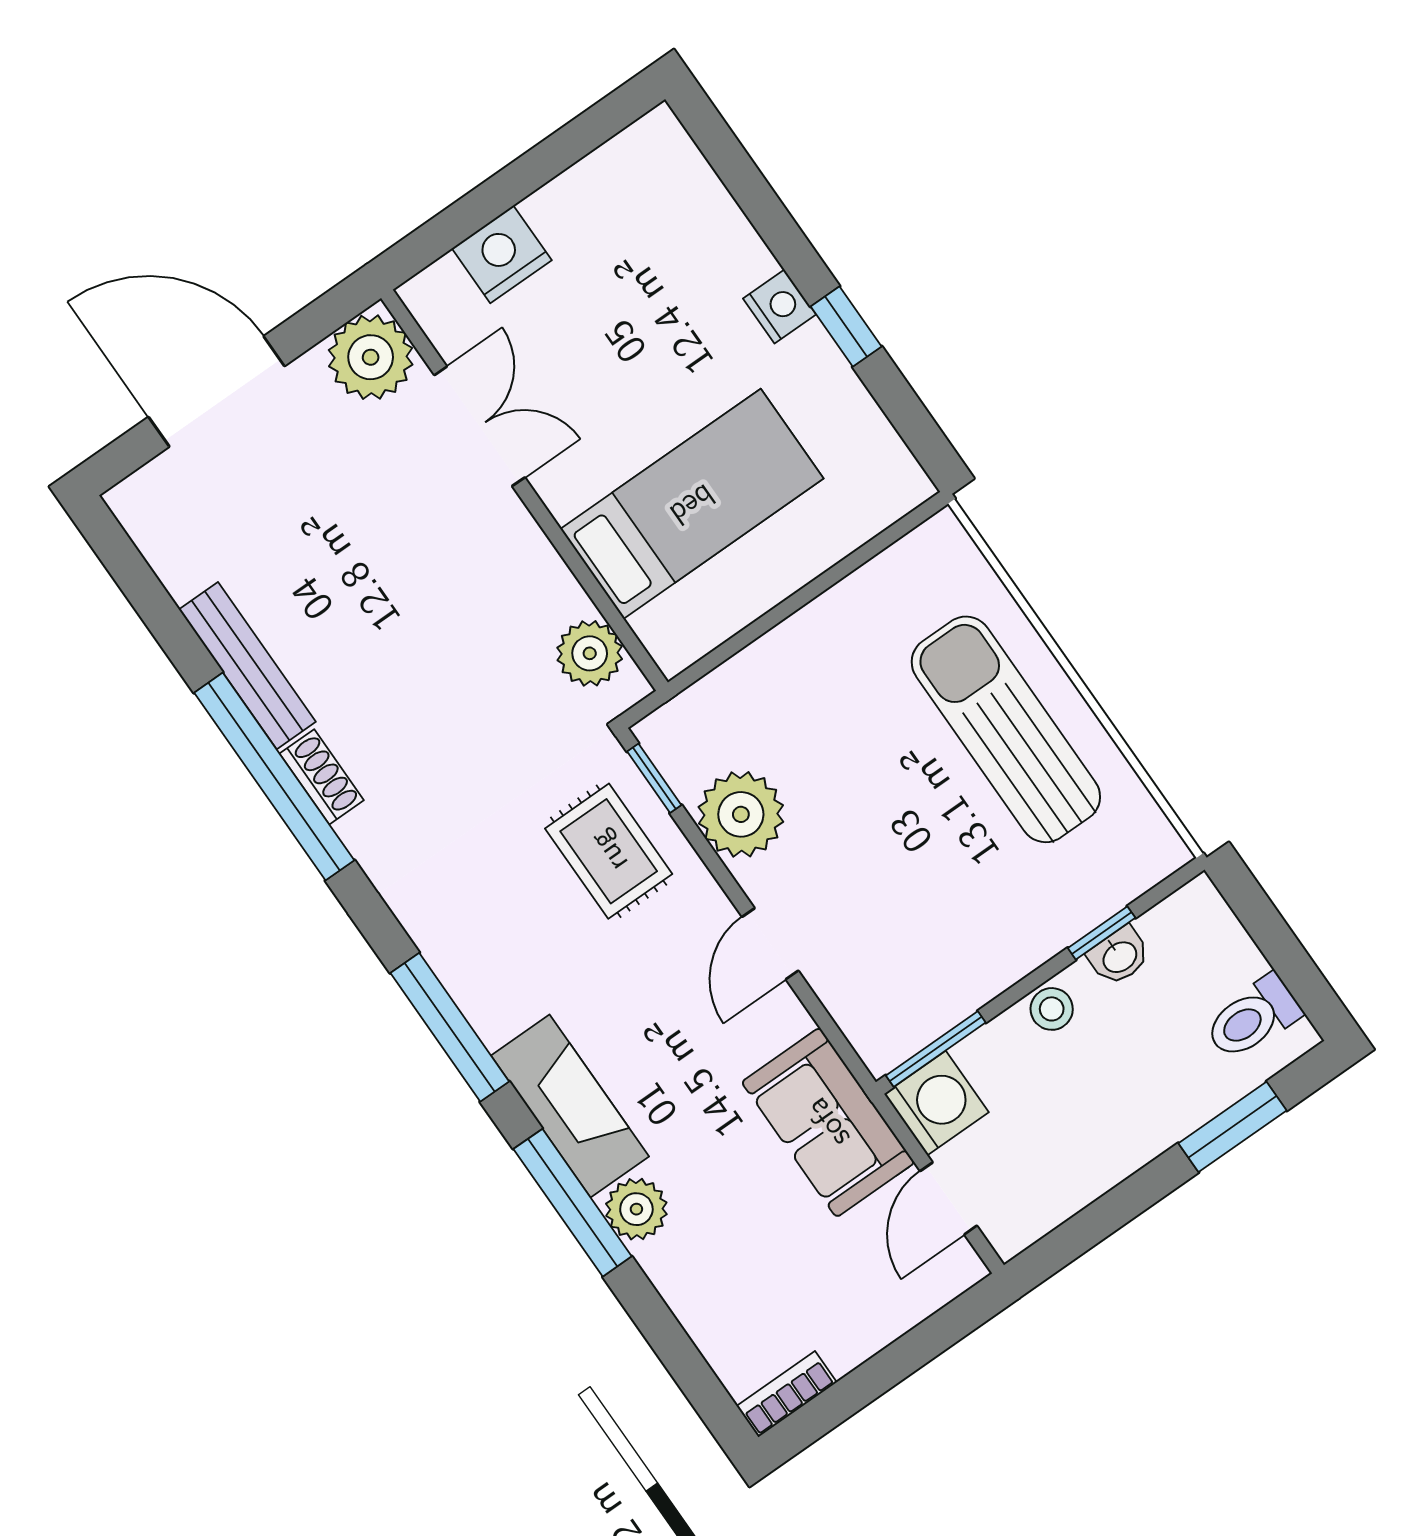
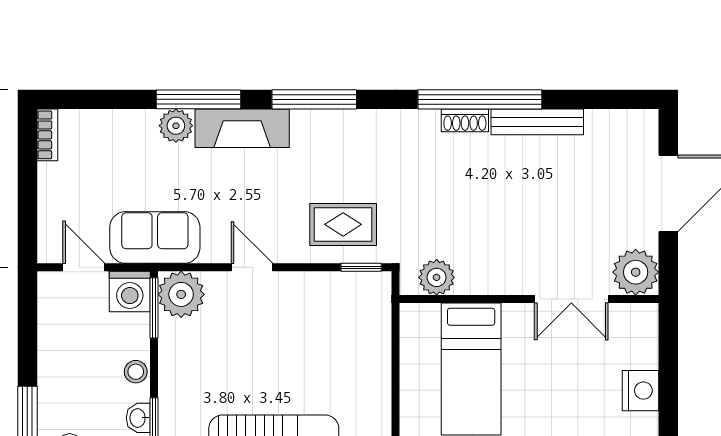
nightstand: (502, 254) -> (641, 391), moved
plant: (741, 814) -> (181, 294), moved

